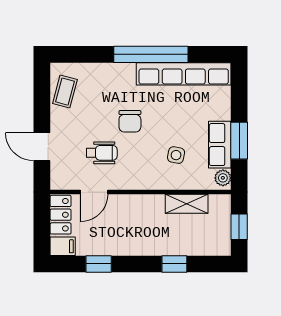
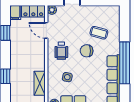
coffee table: (65, 92) -> (99, 33), moved
wheelchair: (102, 153) -> (61, 51), moved
plant: (58, 182) -> (52, 10), added

